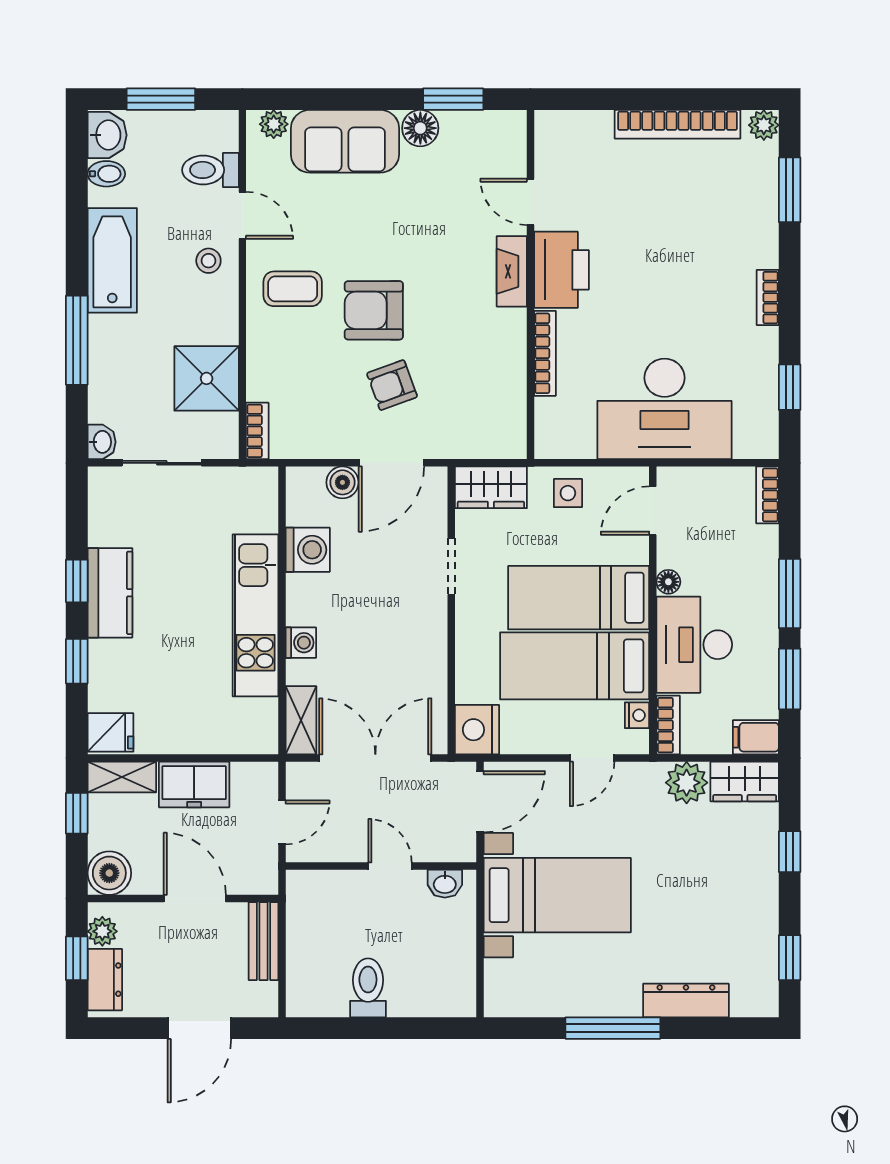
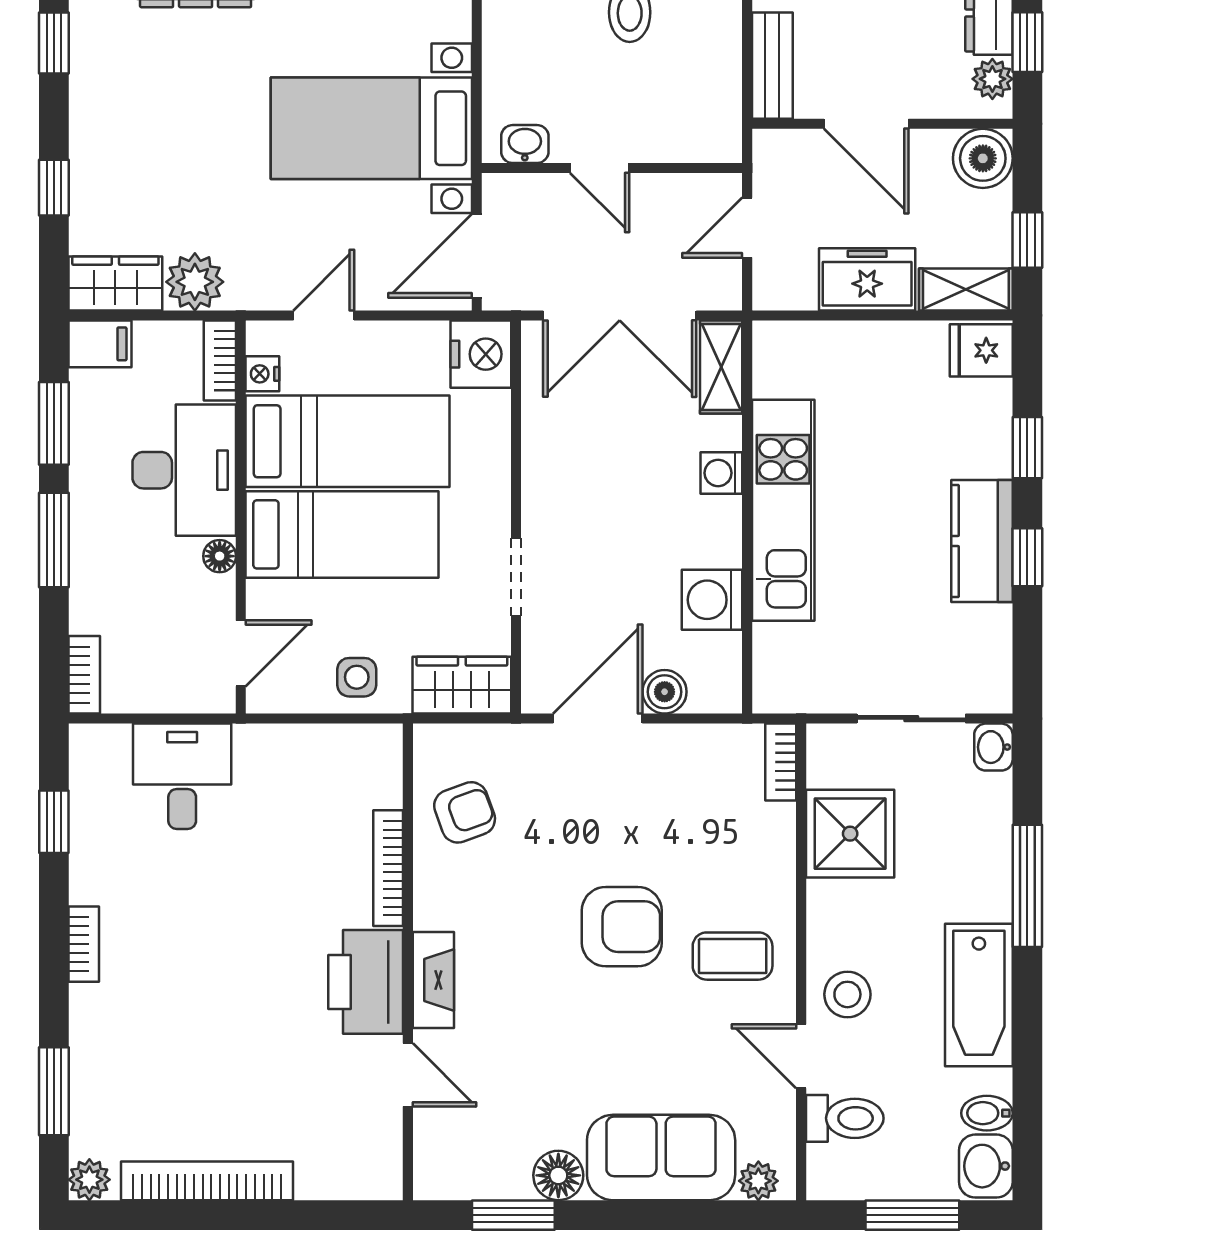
stool: (208, 261) -> (847, 994), width x1.37, depth x1.37
armchair: (392, 385) -> (465, 812), moved
desk: (664, 409) -> (182, 776), width x0.53, depth x0.77

